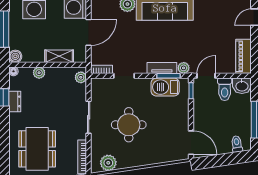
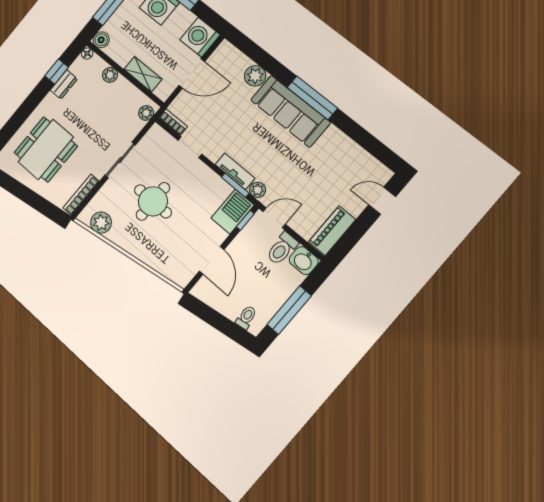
barbecue: (165, 87) -> (233, 212), moved, turned 90
door: (191, 143) -> (212, 260), moved

